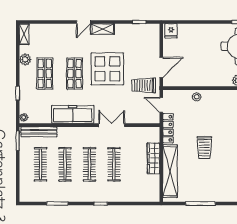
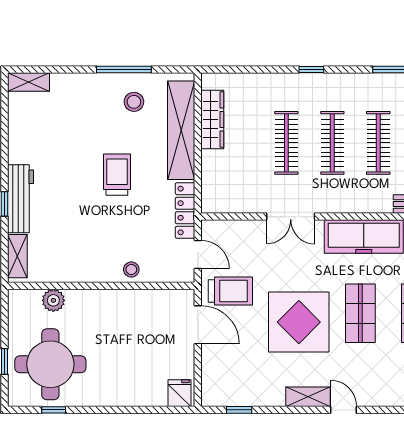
door: (83, 22) -> (344, 410), hinge flipped
door: (161, 67) -> (198, 325), swing flipped
wardrobe: (153, 158) -> (212, 119), moved
stool: (195, 186) -> (134, 102), added

